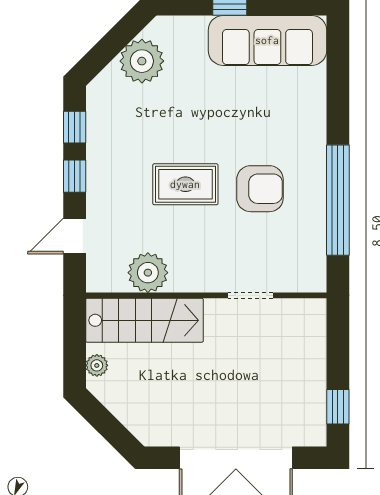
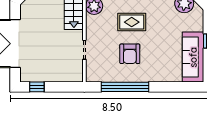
rug: (185, 184) -> (132, 22), turned 90

